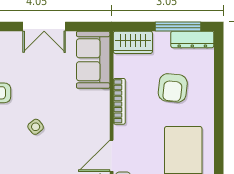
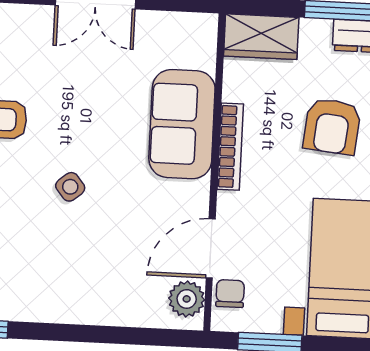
sofa: (93, 60) -> (182, 124), moved

